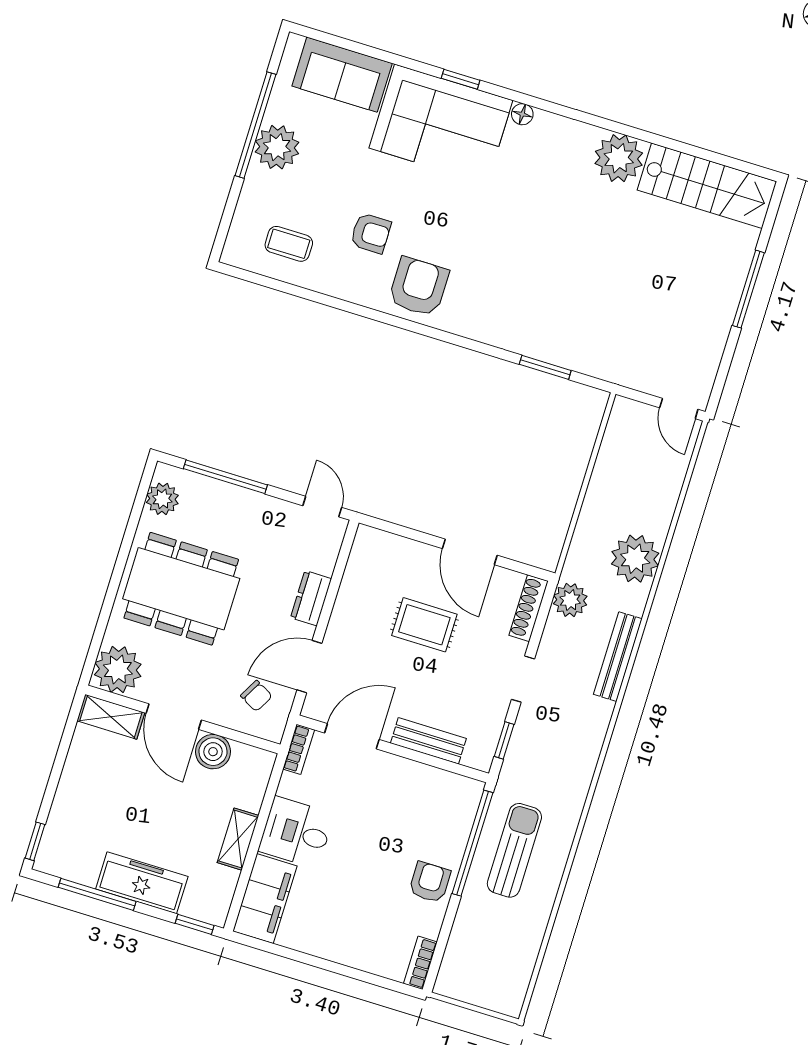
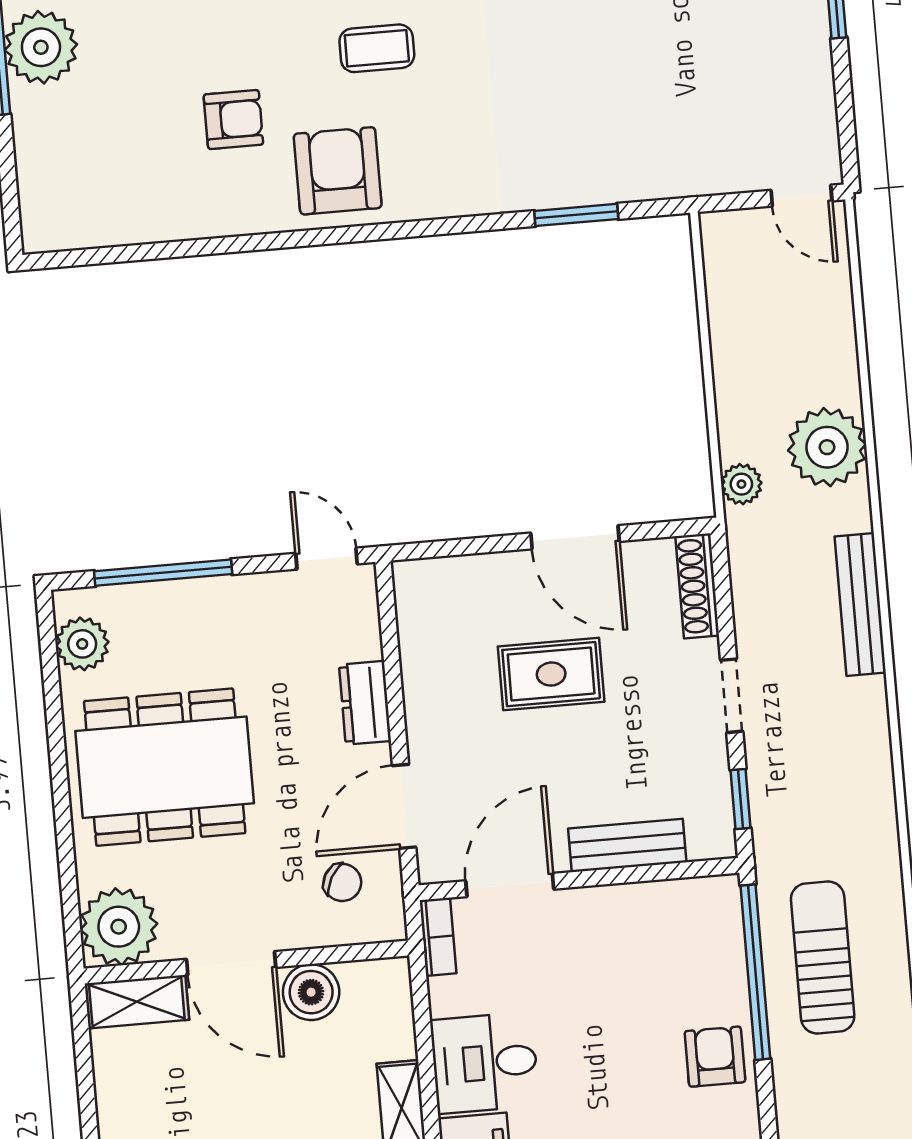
coffee table: (289, 244) -> (377, 48), moved
plant: (570, 600) -> (741, 484), moved, width x0.73, depth x0.73

